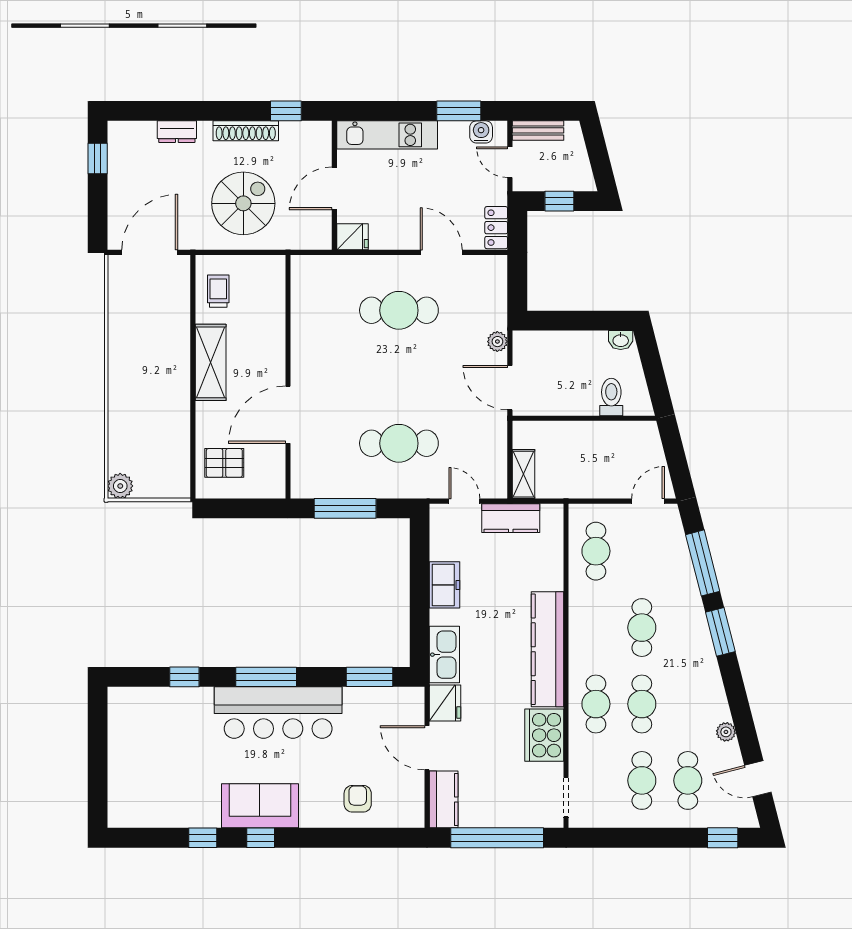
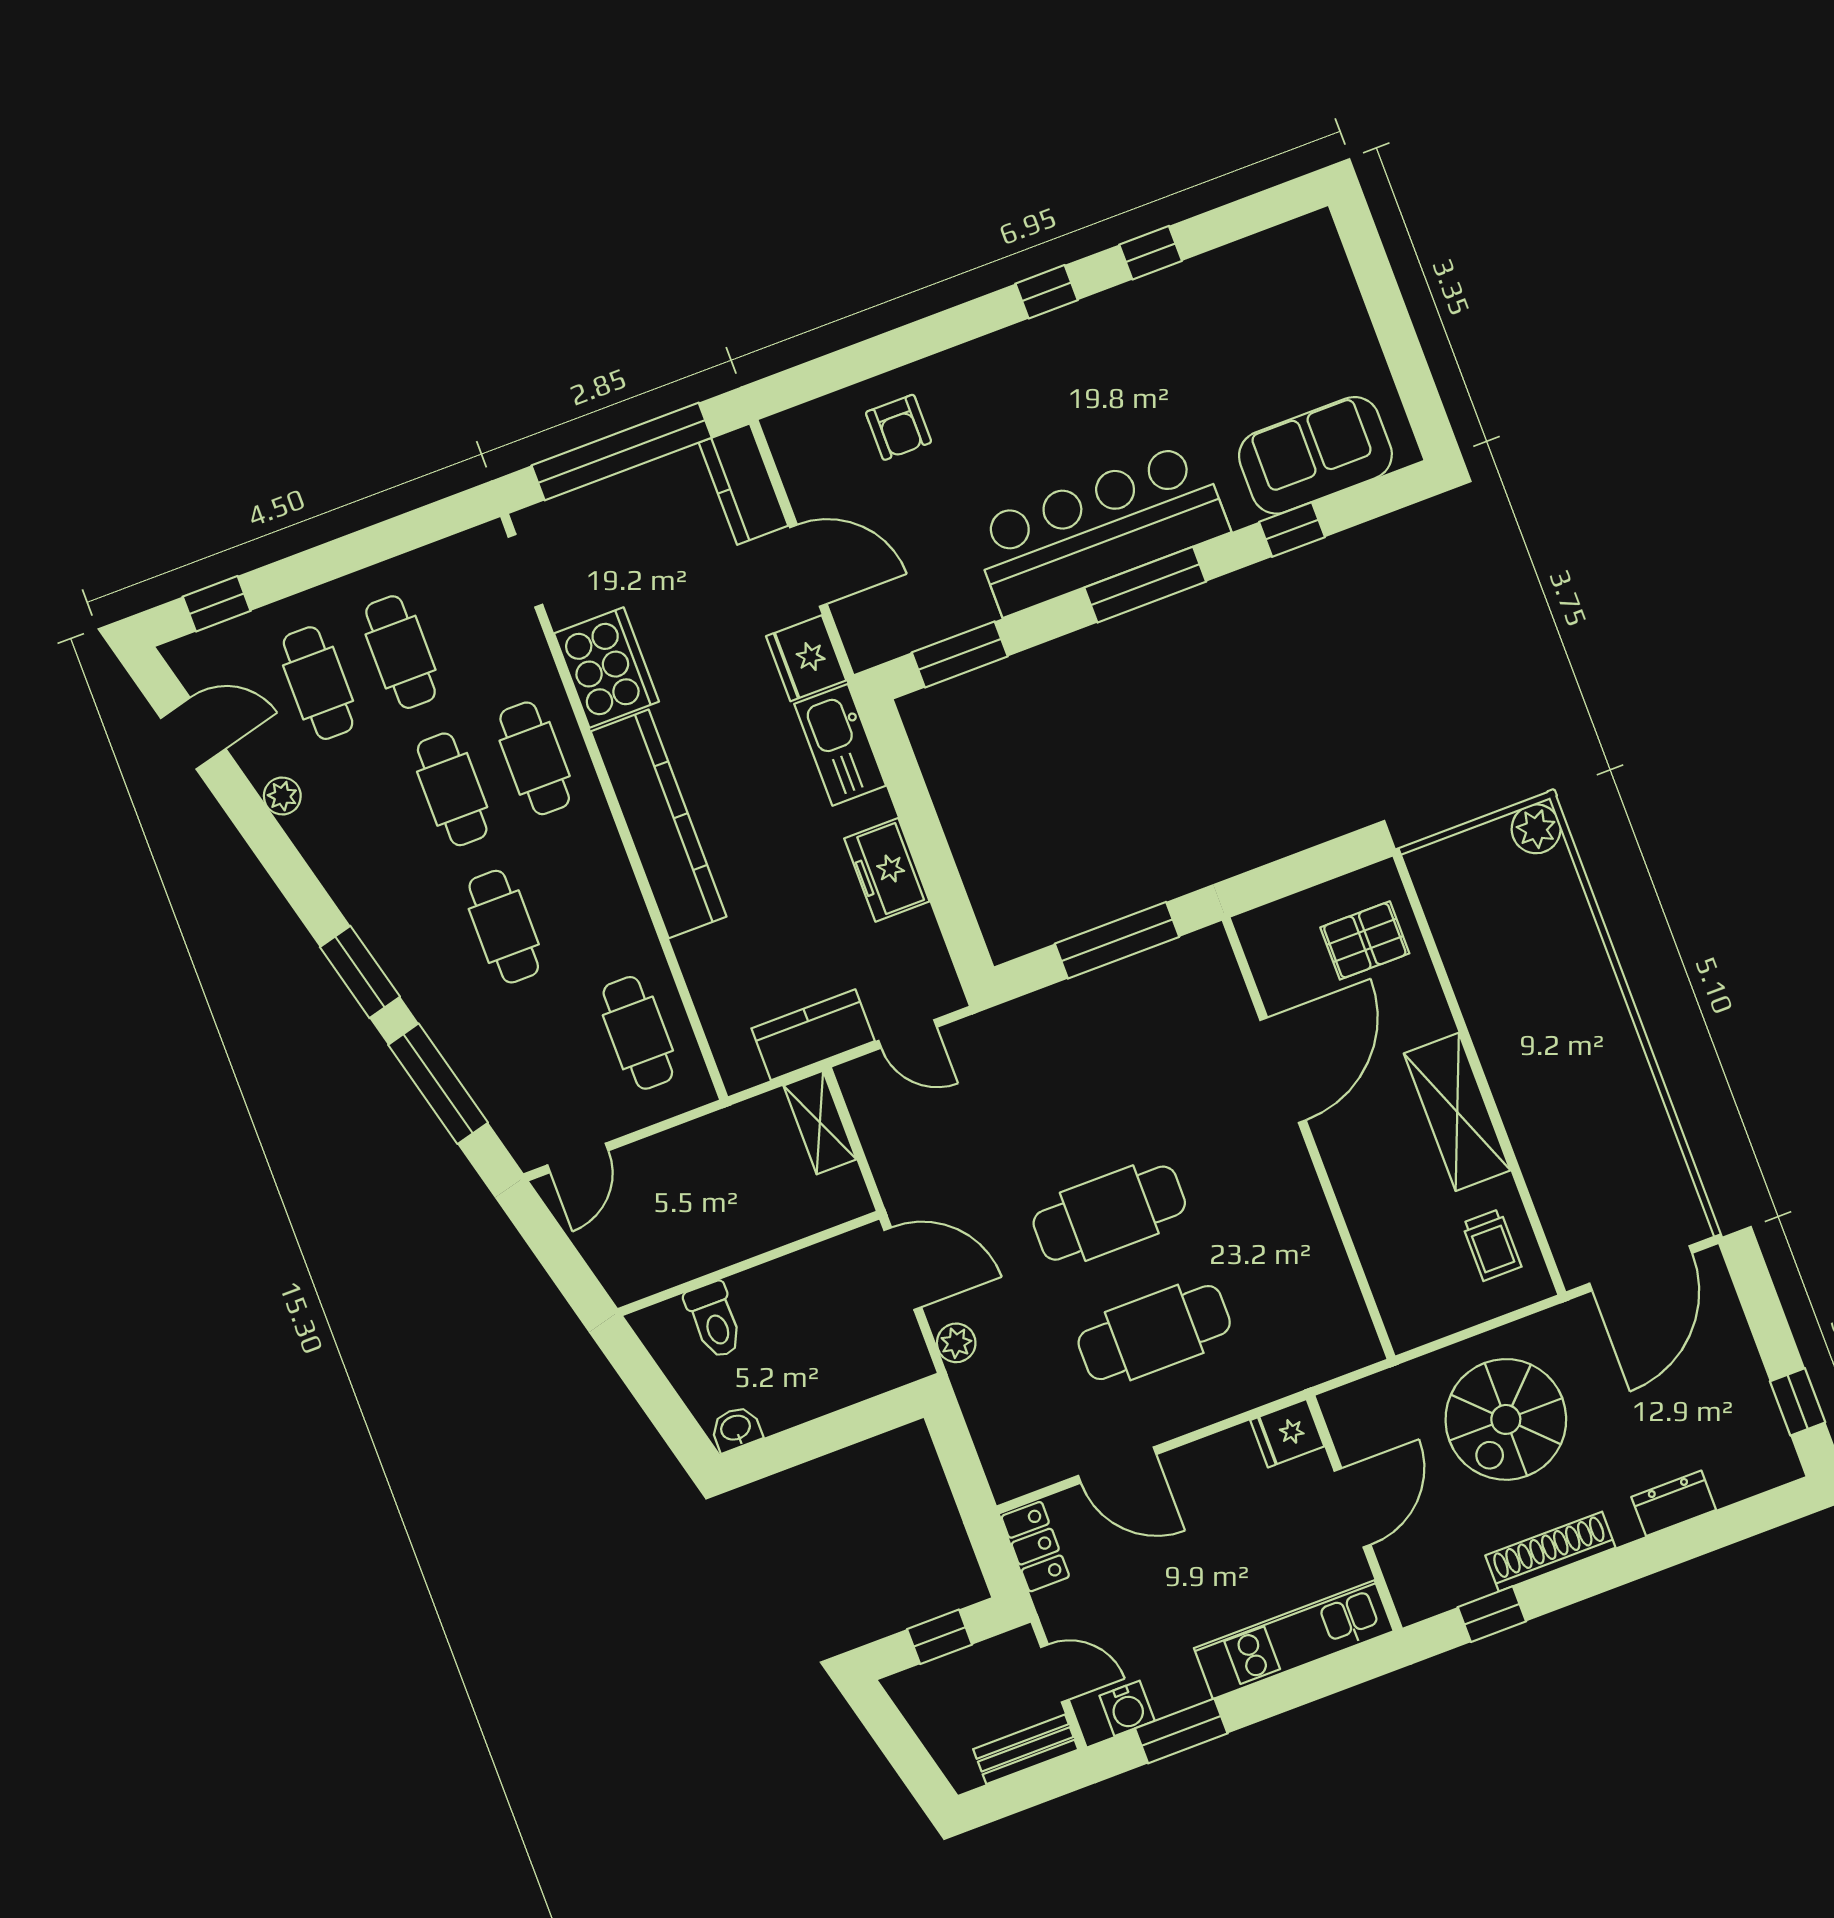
cafe table: (399, 443) -> (1109, 1213), moved
sofa: (260, 806) -> (1315, 455), moved, turned 180

